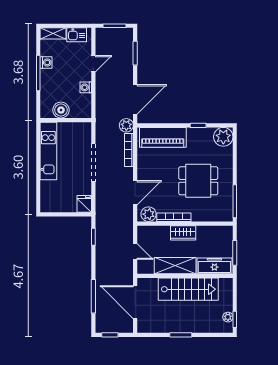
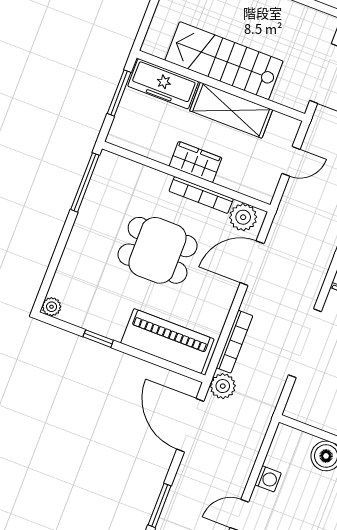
door: (135, 99) -> (190, 425), hinge flipped
plant: (223, 137) -> (52, 307), width x0.53, depth x0.53
dining table: (198, 181) -> (158, 250), moved
door: (135, 251) -> (291, 161), swing flipped

